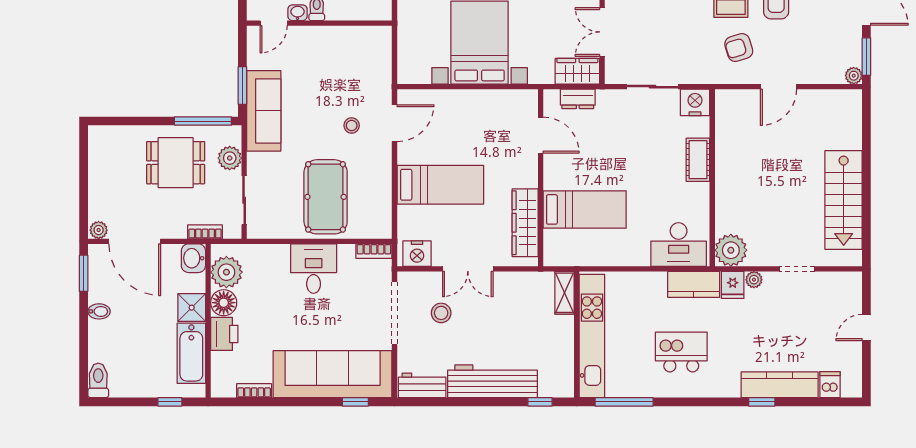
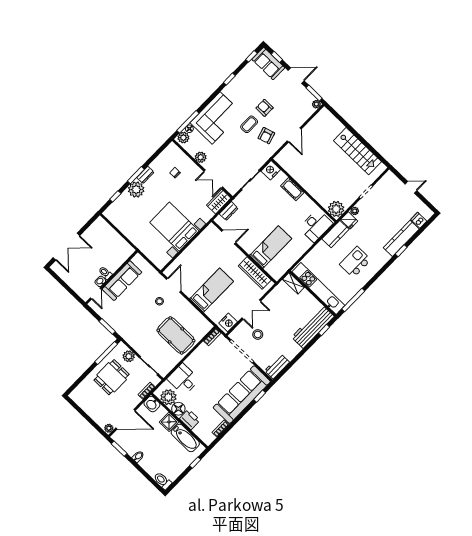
sofa: (264, 111) -> (122, 281), moved, turned 90
desk: (314, 269) -> (183, 379), moved
door: (866, 327) -> (411, 187), swing flipped
workbench: (493, 381) -> (313, 327), moved

